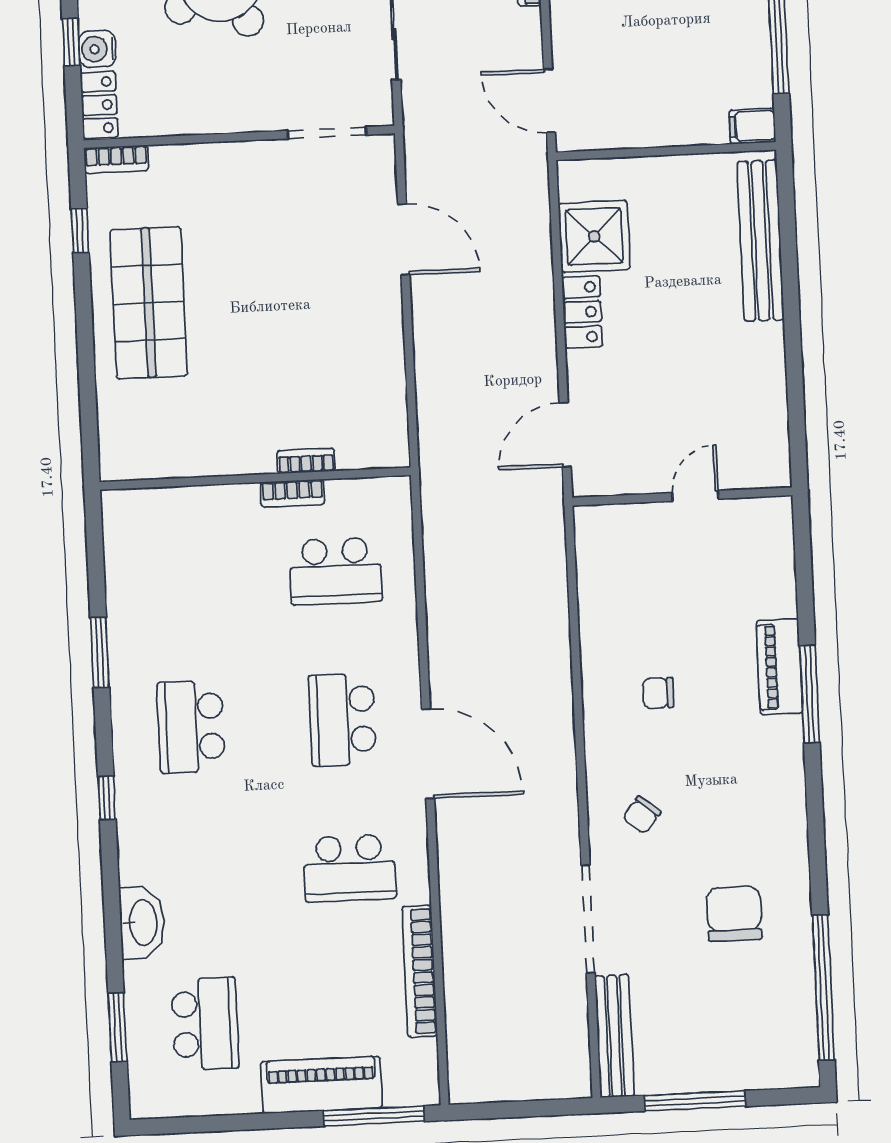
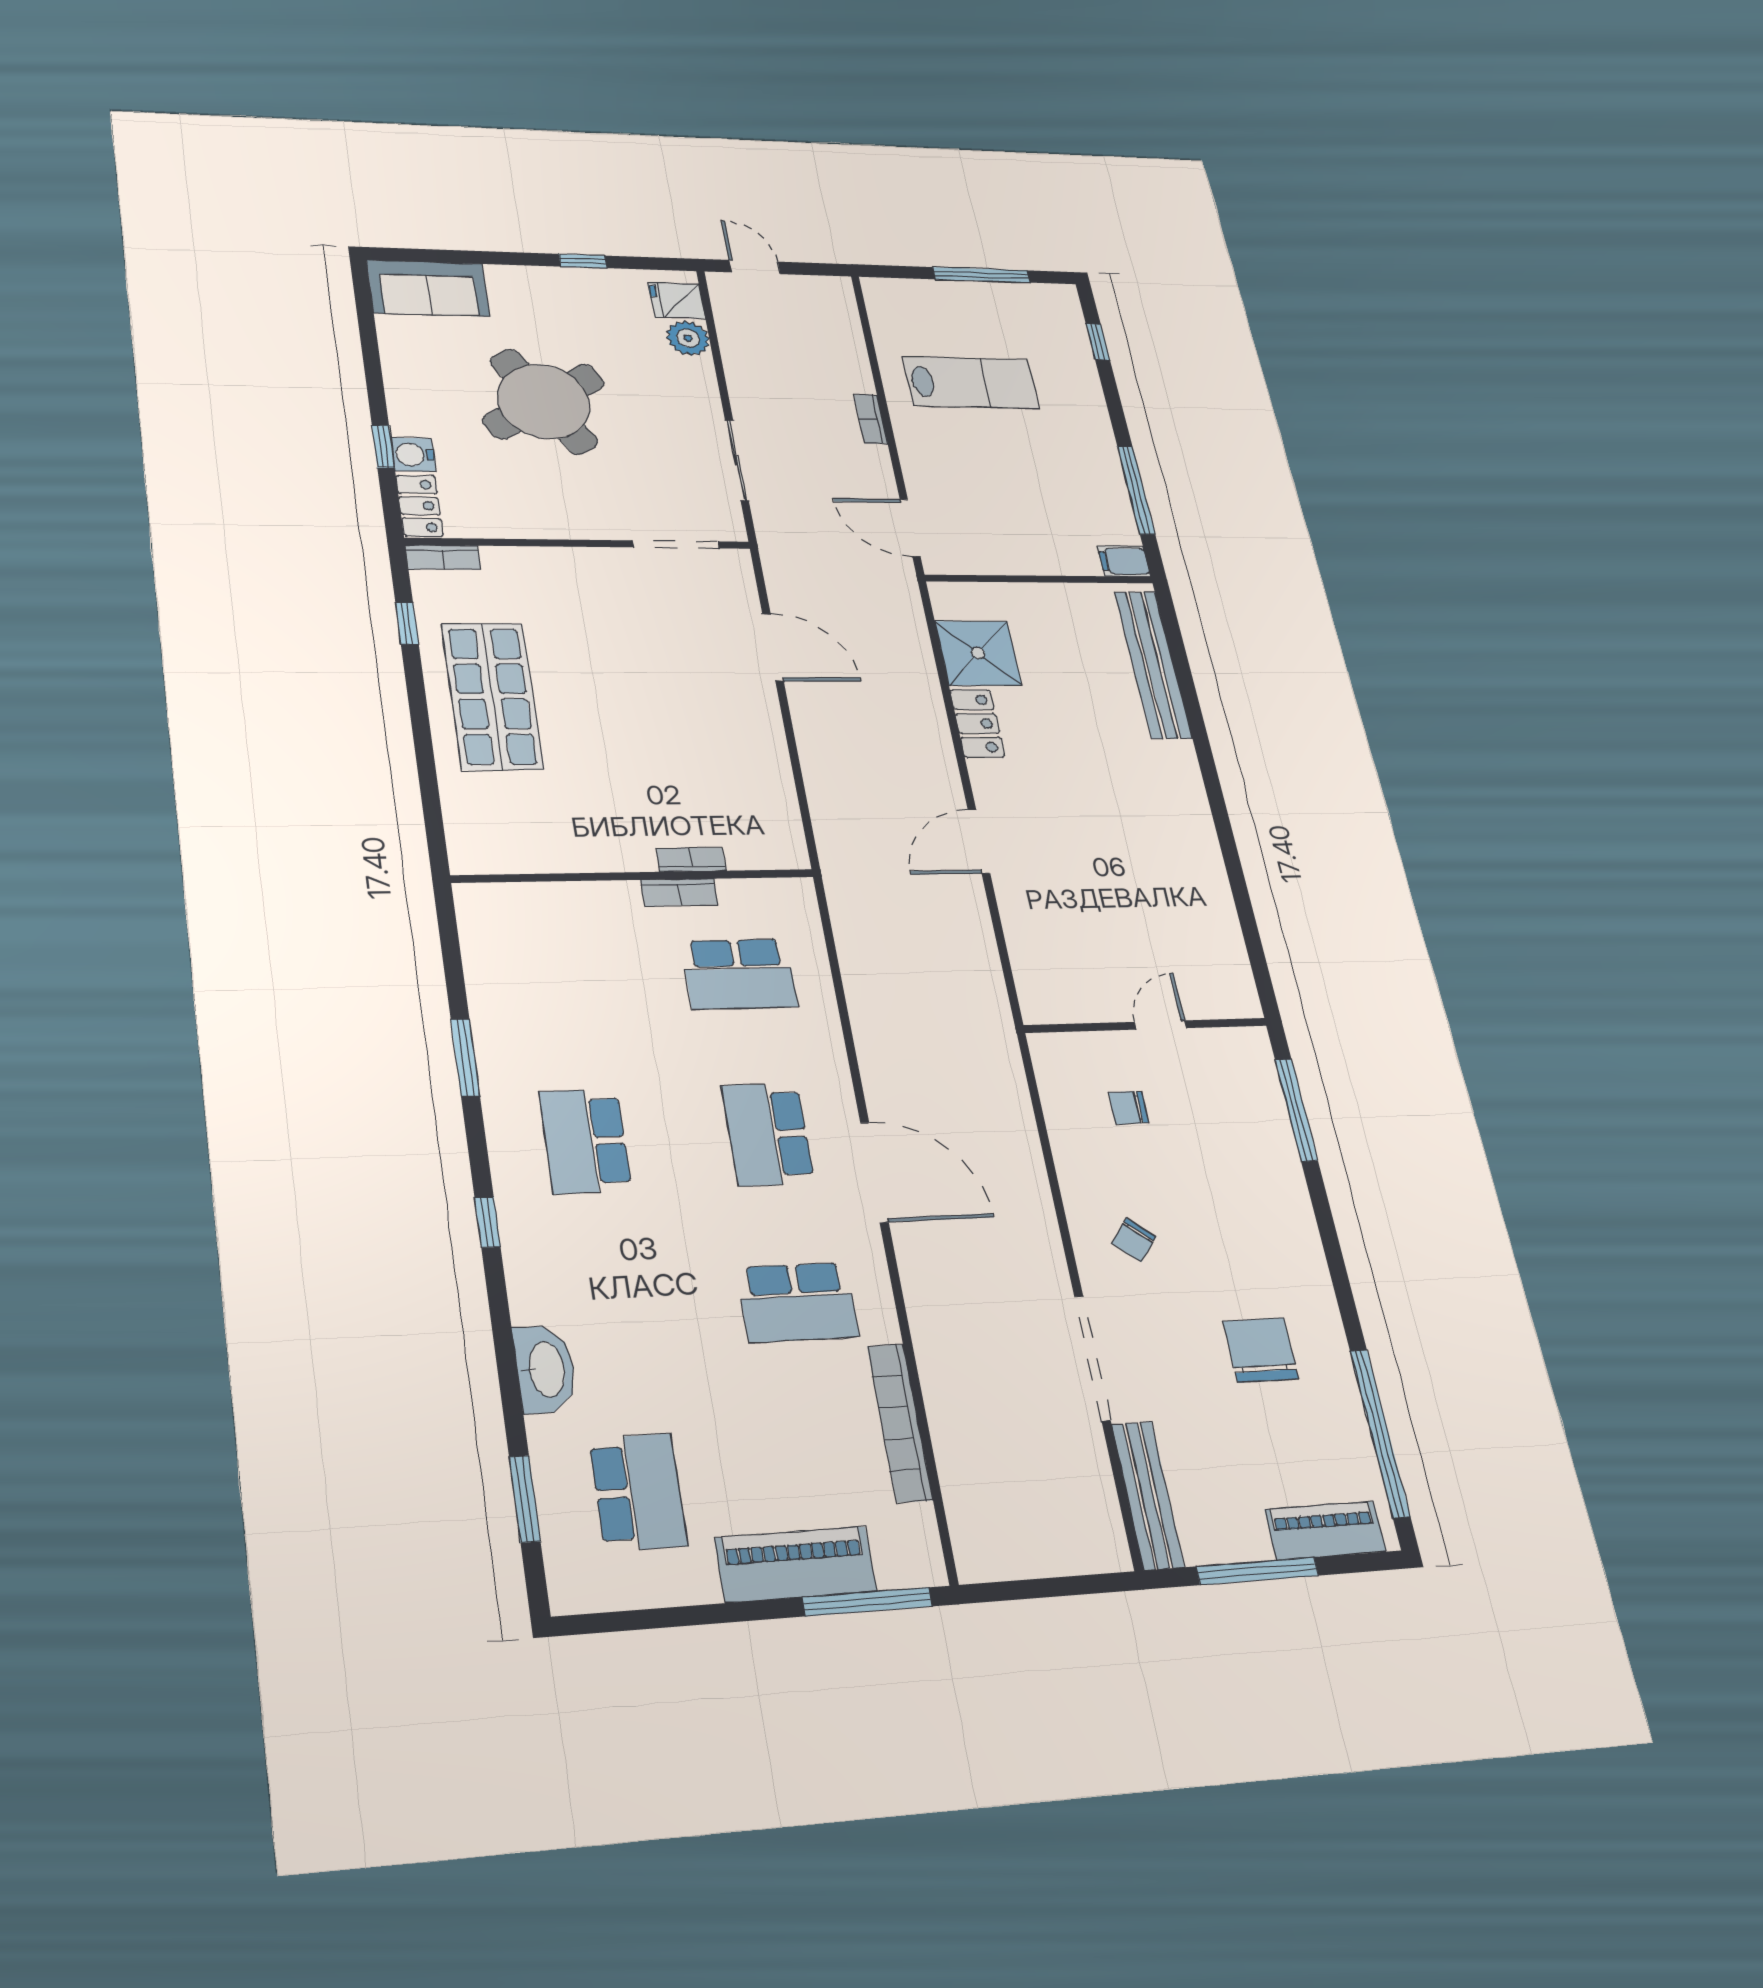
wall: (682, 496) -> (1146, 1025), moved
door: (695, 496) -> (1160, 1025), moved
piano: (779, 667) -> (1325, 1531), moved, turned 90

